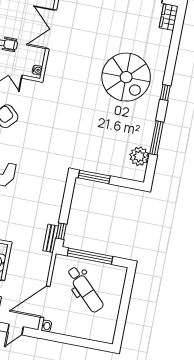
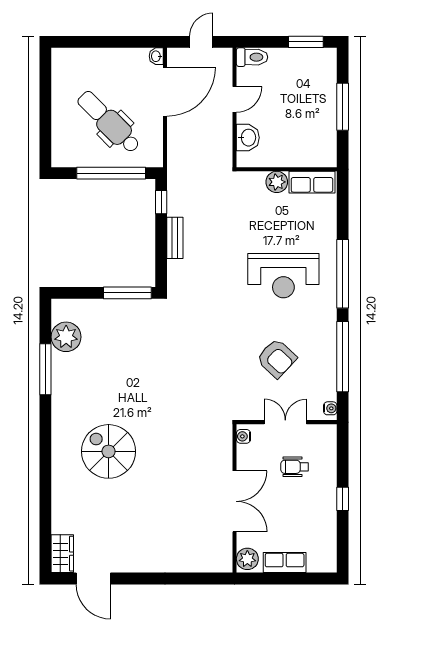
spiral stairs: (126, 77) -> (109, 451), width x0.73, depth x0.73
window: (165, 93) -> (45, 440), removed
bench: (51, 238) -> (175, 238), moved

